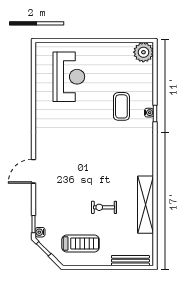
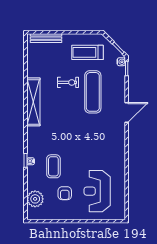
plant: (143, 52) -> (35, 199), moved
armchair: (108, 74) -> (65, 193), added
exercise mat: (74, 196) -> (93, 92), added
shelving: (146, 205) -> (33, 102), moved

